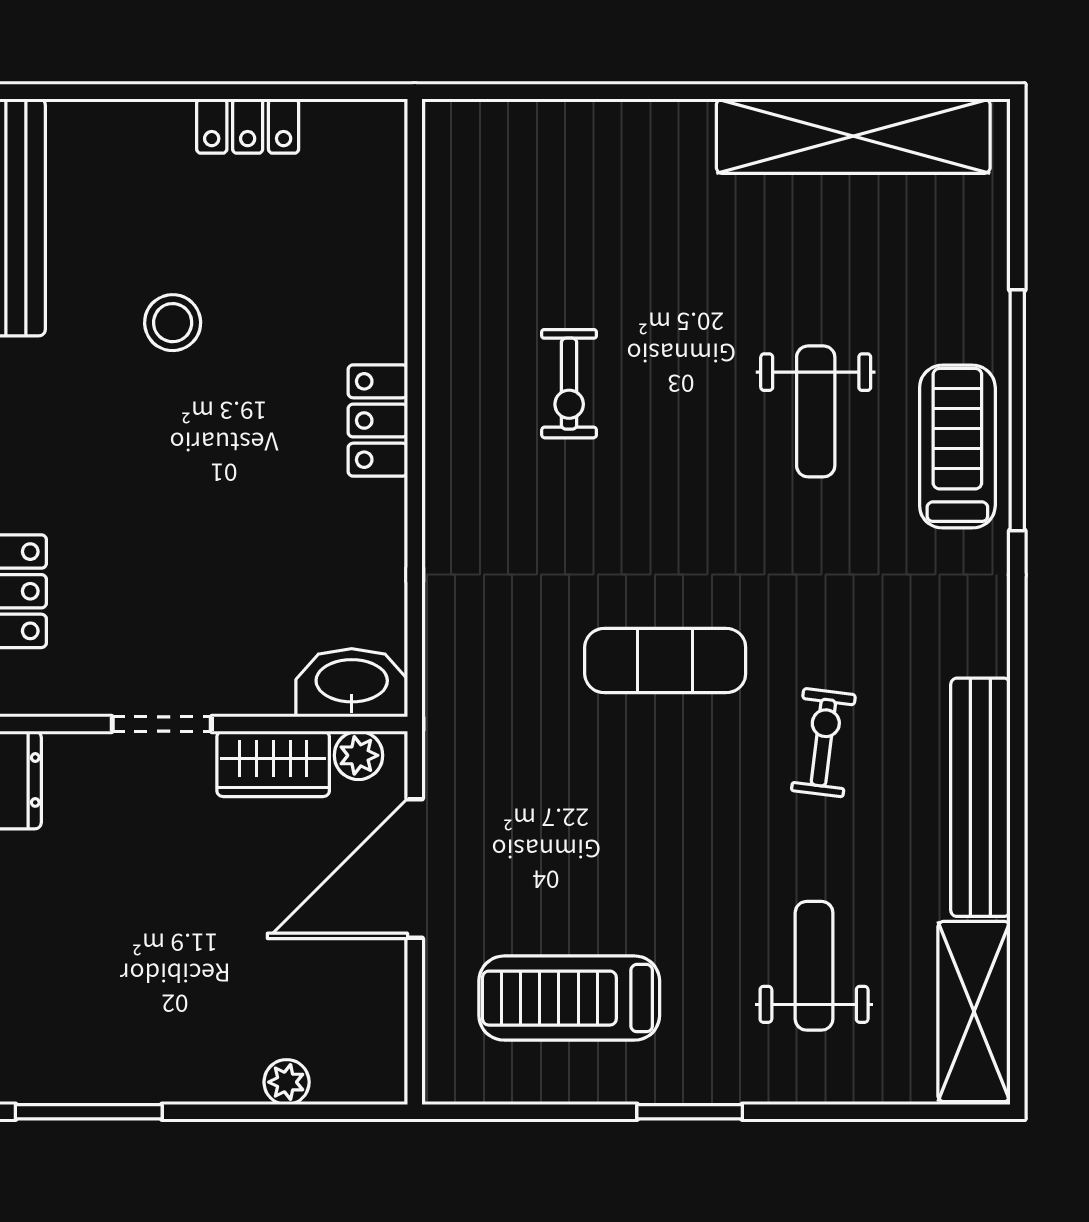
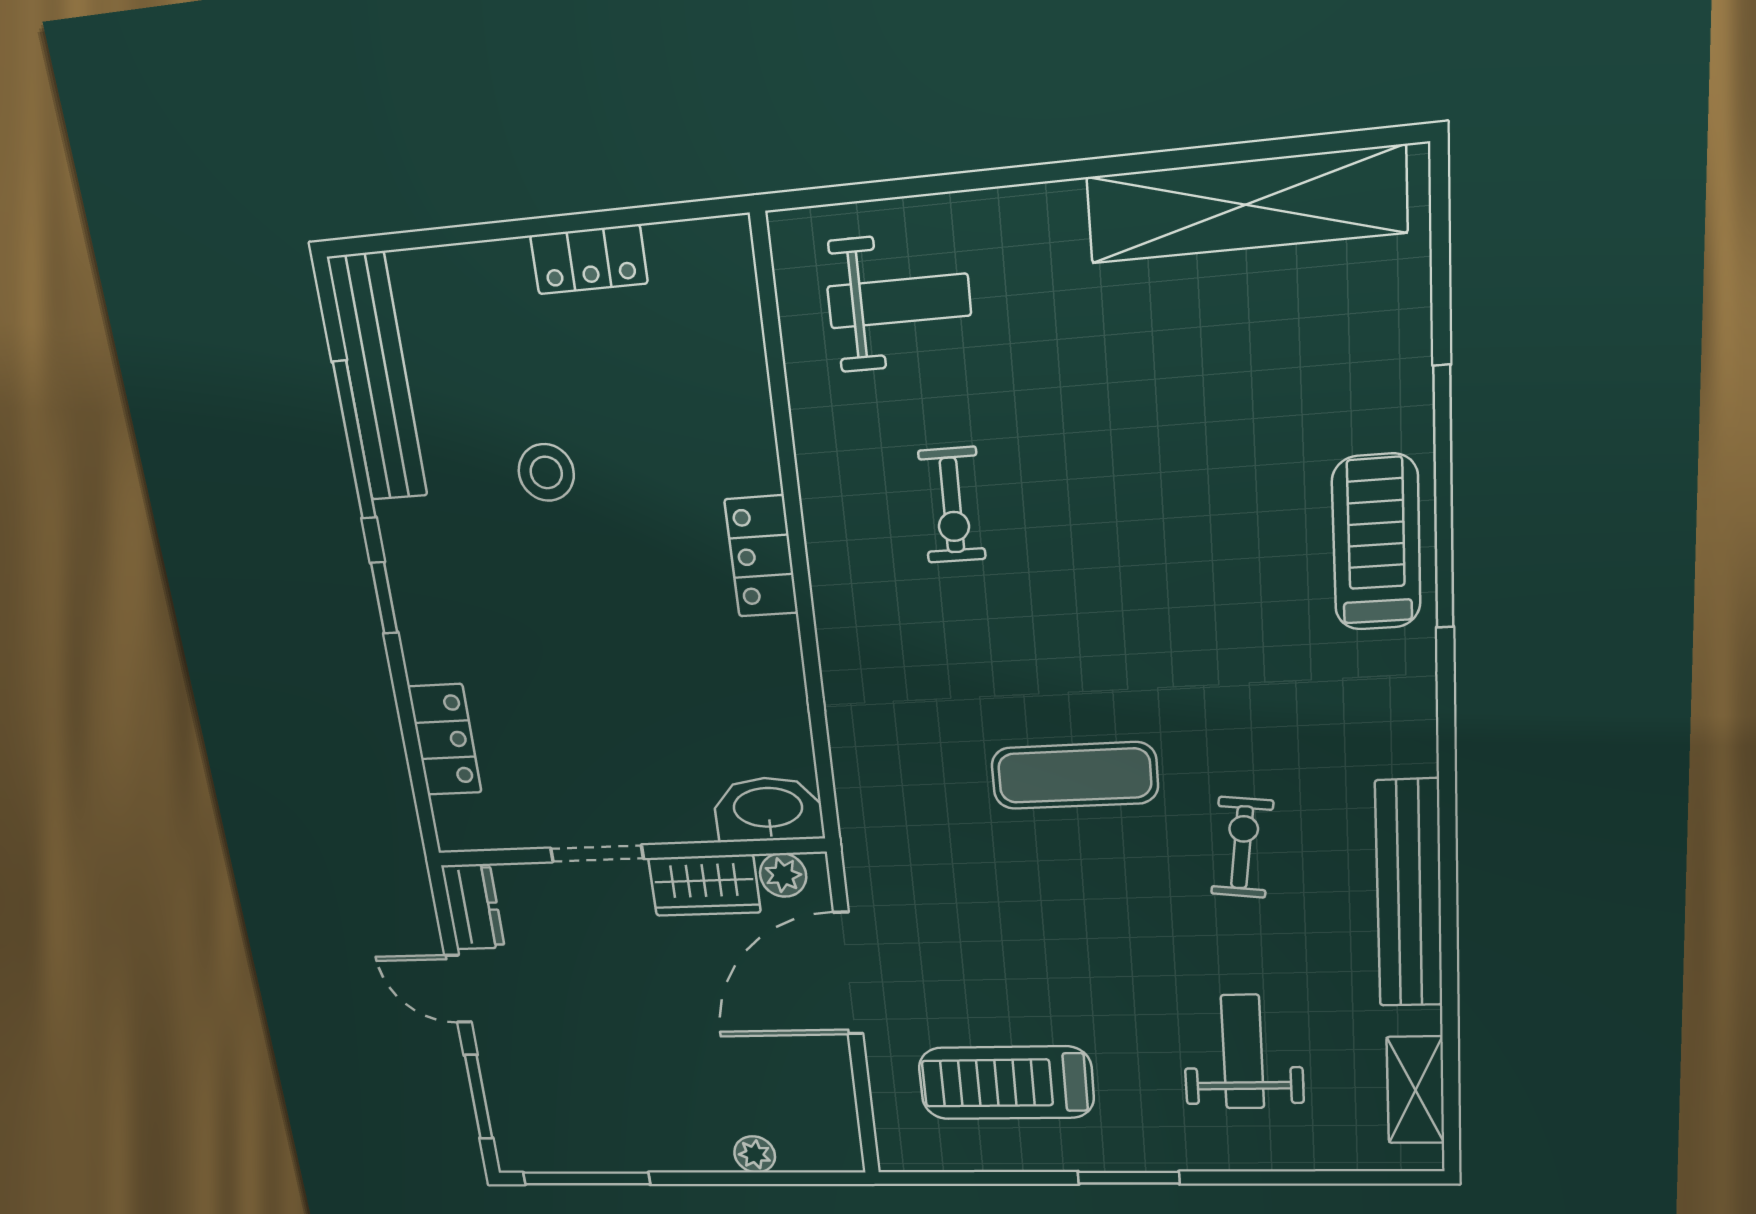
weight bench: (816, 411) -> (899, 301), moved, turned -90
shelving: (974, 1011) -> (1416, 1090), width x0.67, depth x0.75

